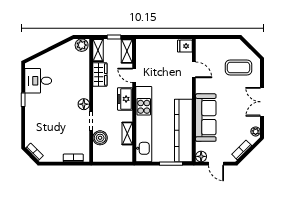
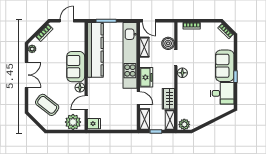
plant: (209, 48) -> (73, 122), added
coffee table: (238, 68) -> (47, 105), turned 38
door: (194, 70) -> (86, 103), hinge flipped
sofa: (35, 112) -> (225, 66), added
sofa: (206, 118) -> (76, 67), width x0.73
floor lamp: (201, 156) -> (80, 87), moved
door: (122, 164) -> (149, 21), added
door: (216, 164) -> (67, 21), hinge flipped

